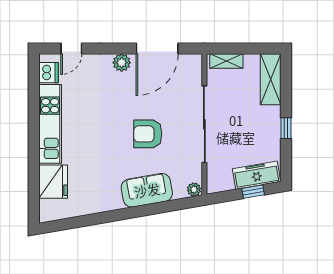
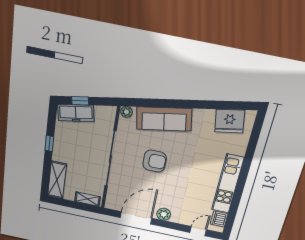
fridge: (53, 182) -> (230, 121), moved, turned -100
sofa: (147, 190) -> (164, 119), width x1.36

